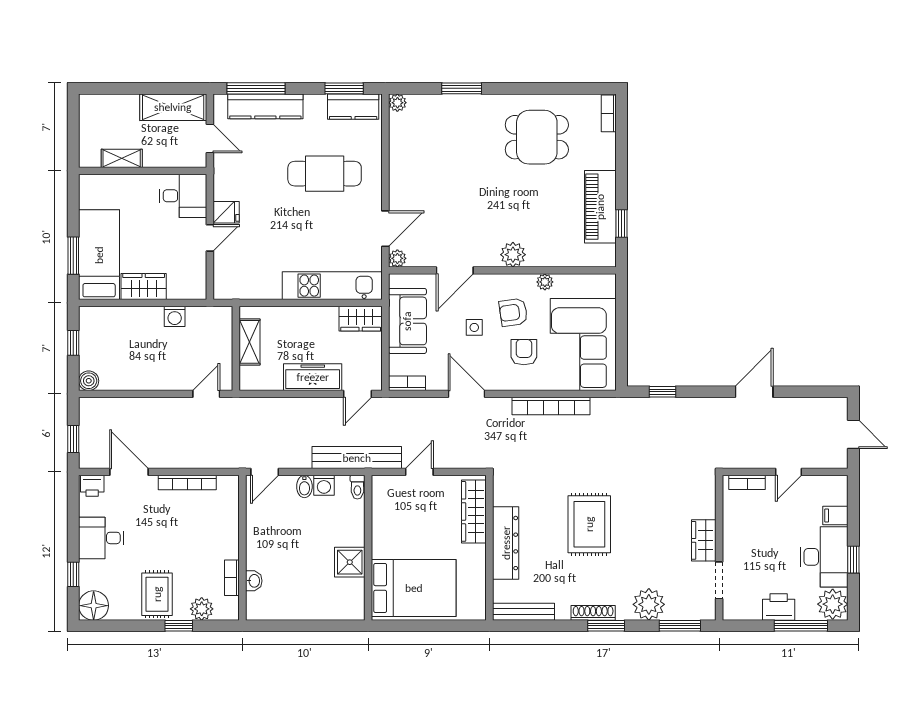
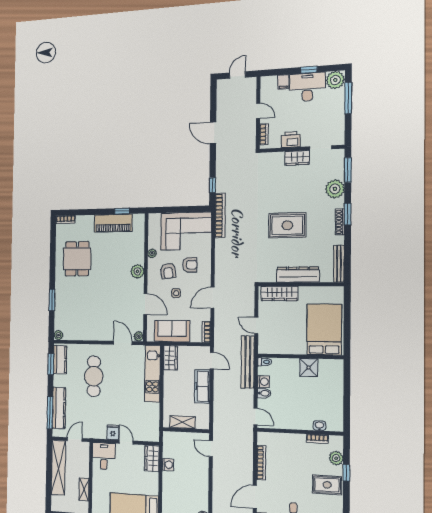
shelving: (173, 107) -> (58, 468), width x1.47
wardrobe: (144, 287) -> (152, 458), moved
armchair: (524, 352) -> (190, 265), turned 180
bookcase: (551, 406) -> (220, 215), moved
printer: (779, 607) -> (291, 140), moved, turned 90

